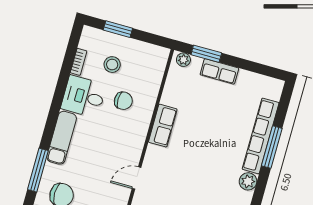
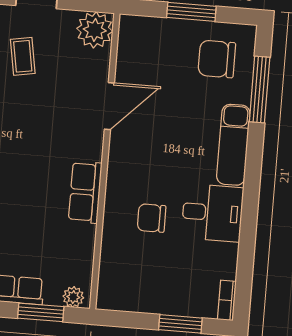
bookcase: (79, 62) -> (227, 300), moved
stool: (112, 65) -> (179, 269), removed
door: (137, 178) -> (109, 106), width x1.38

